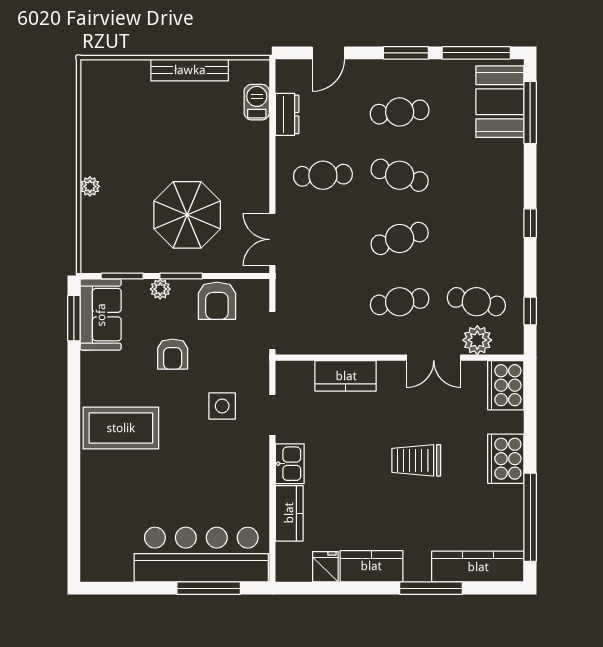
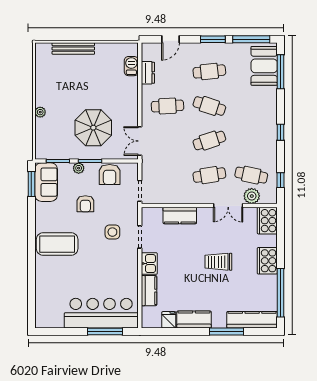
bench: (190, 70) -> (73, 48), moved

